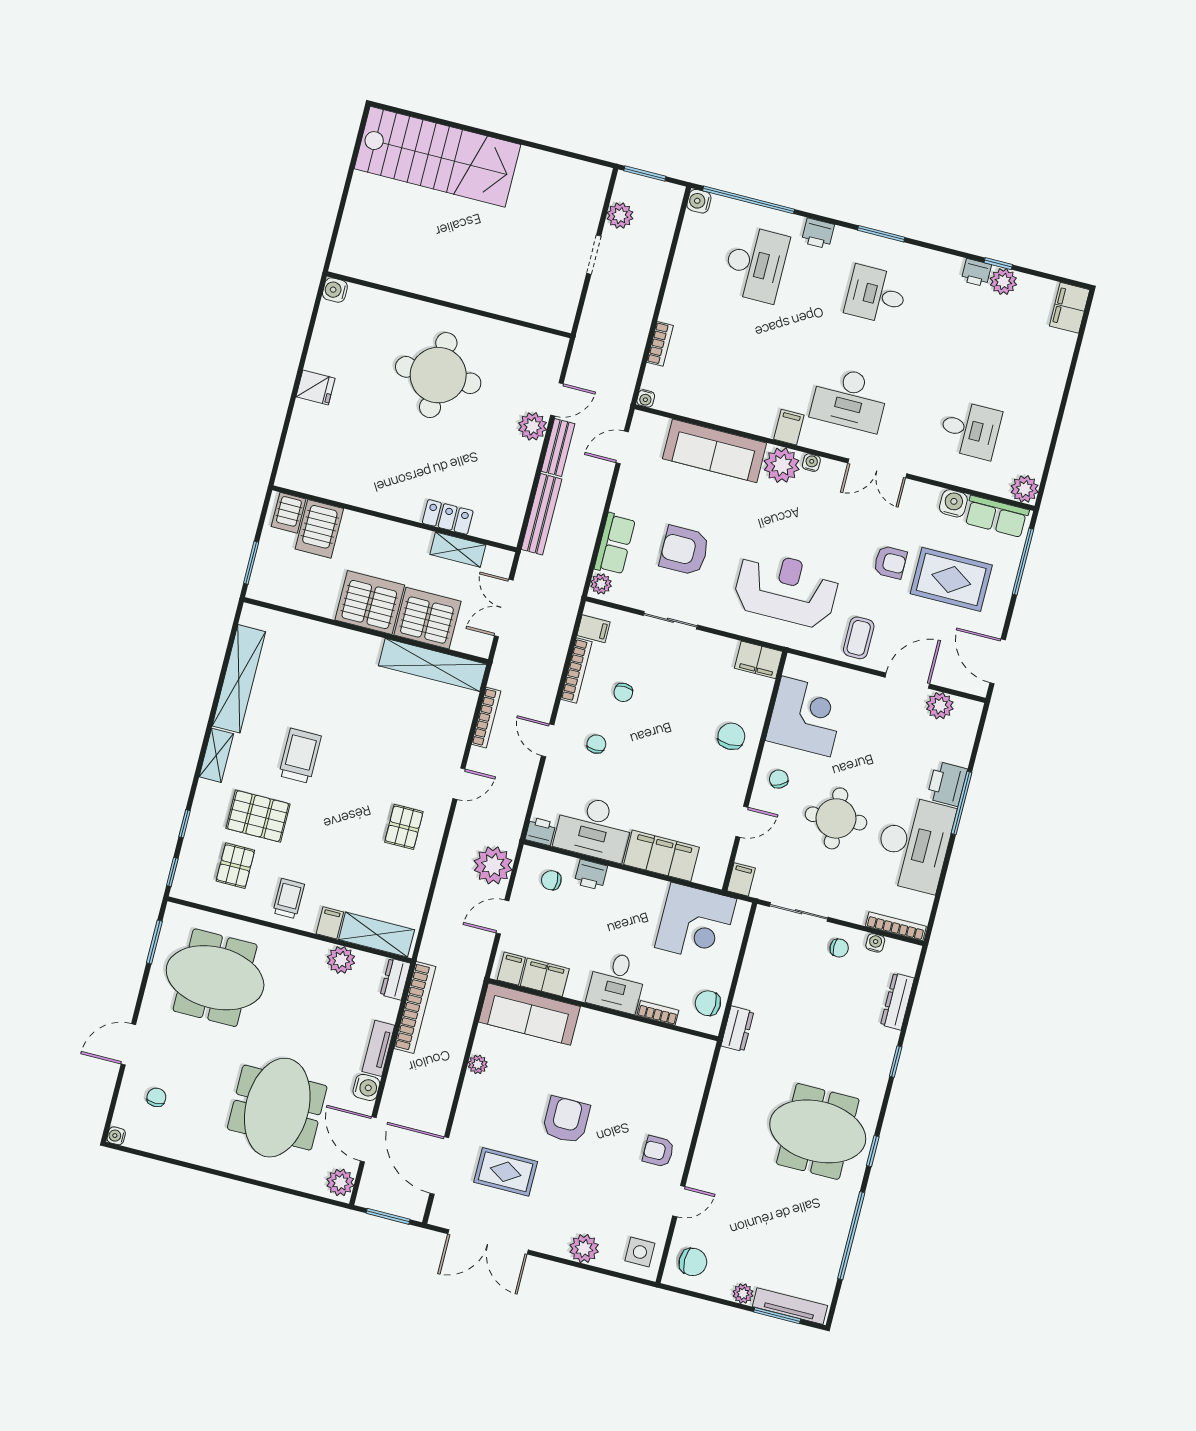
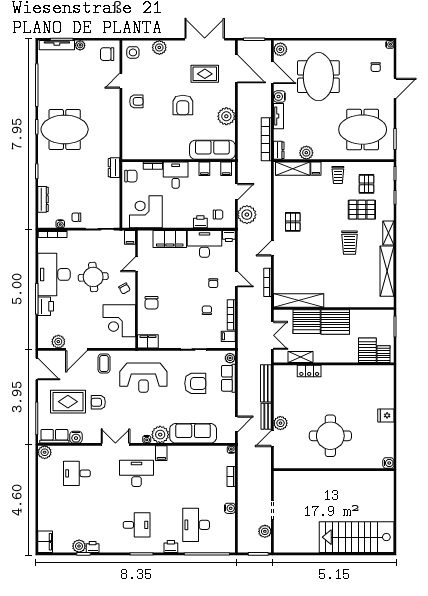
water cooler: (699, 201) -> (230, 508), moved
filing cabinet: (545, 977) -> (204, 169), width x0.50
plant: (478, 1064) -> (226, 116), width x1.87, depth x1.87

